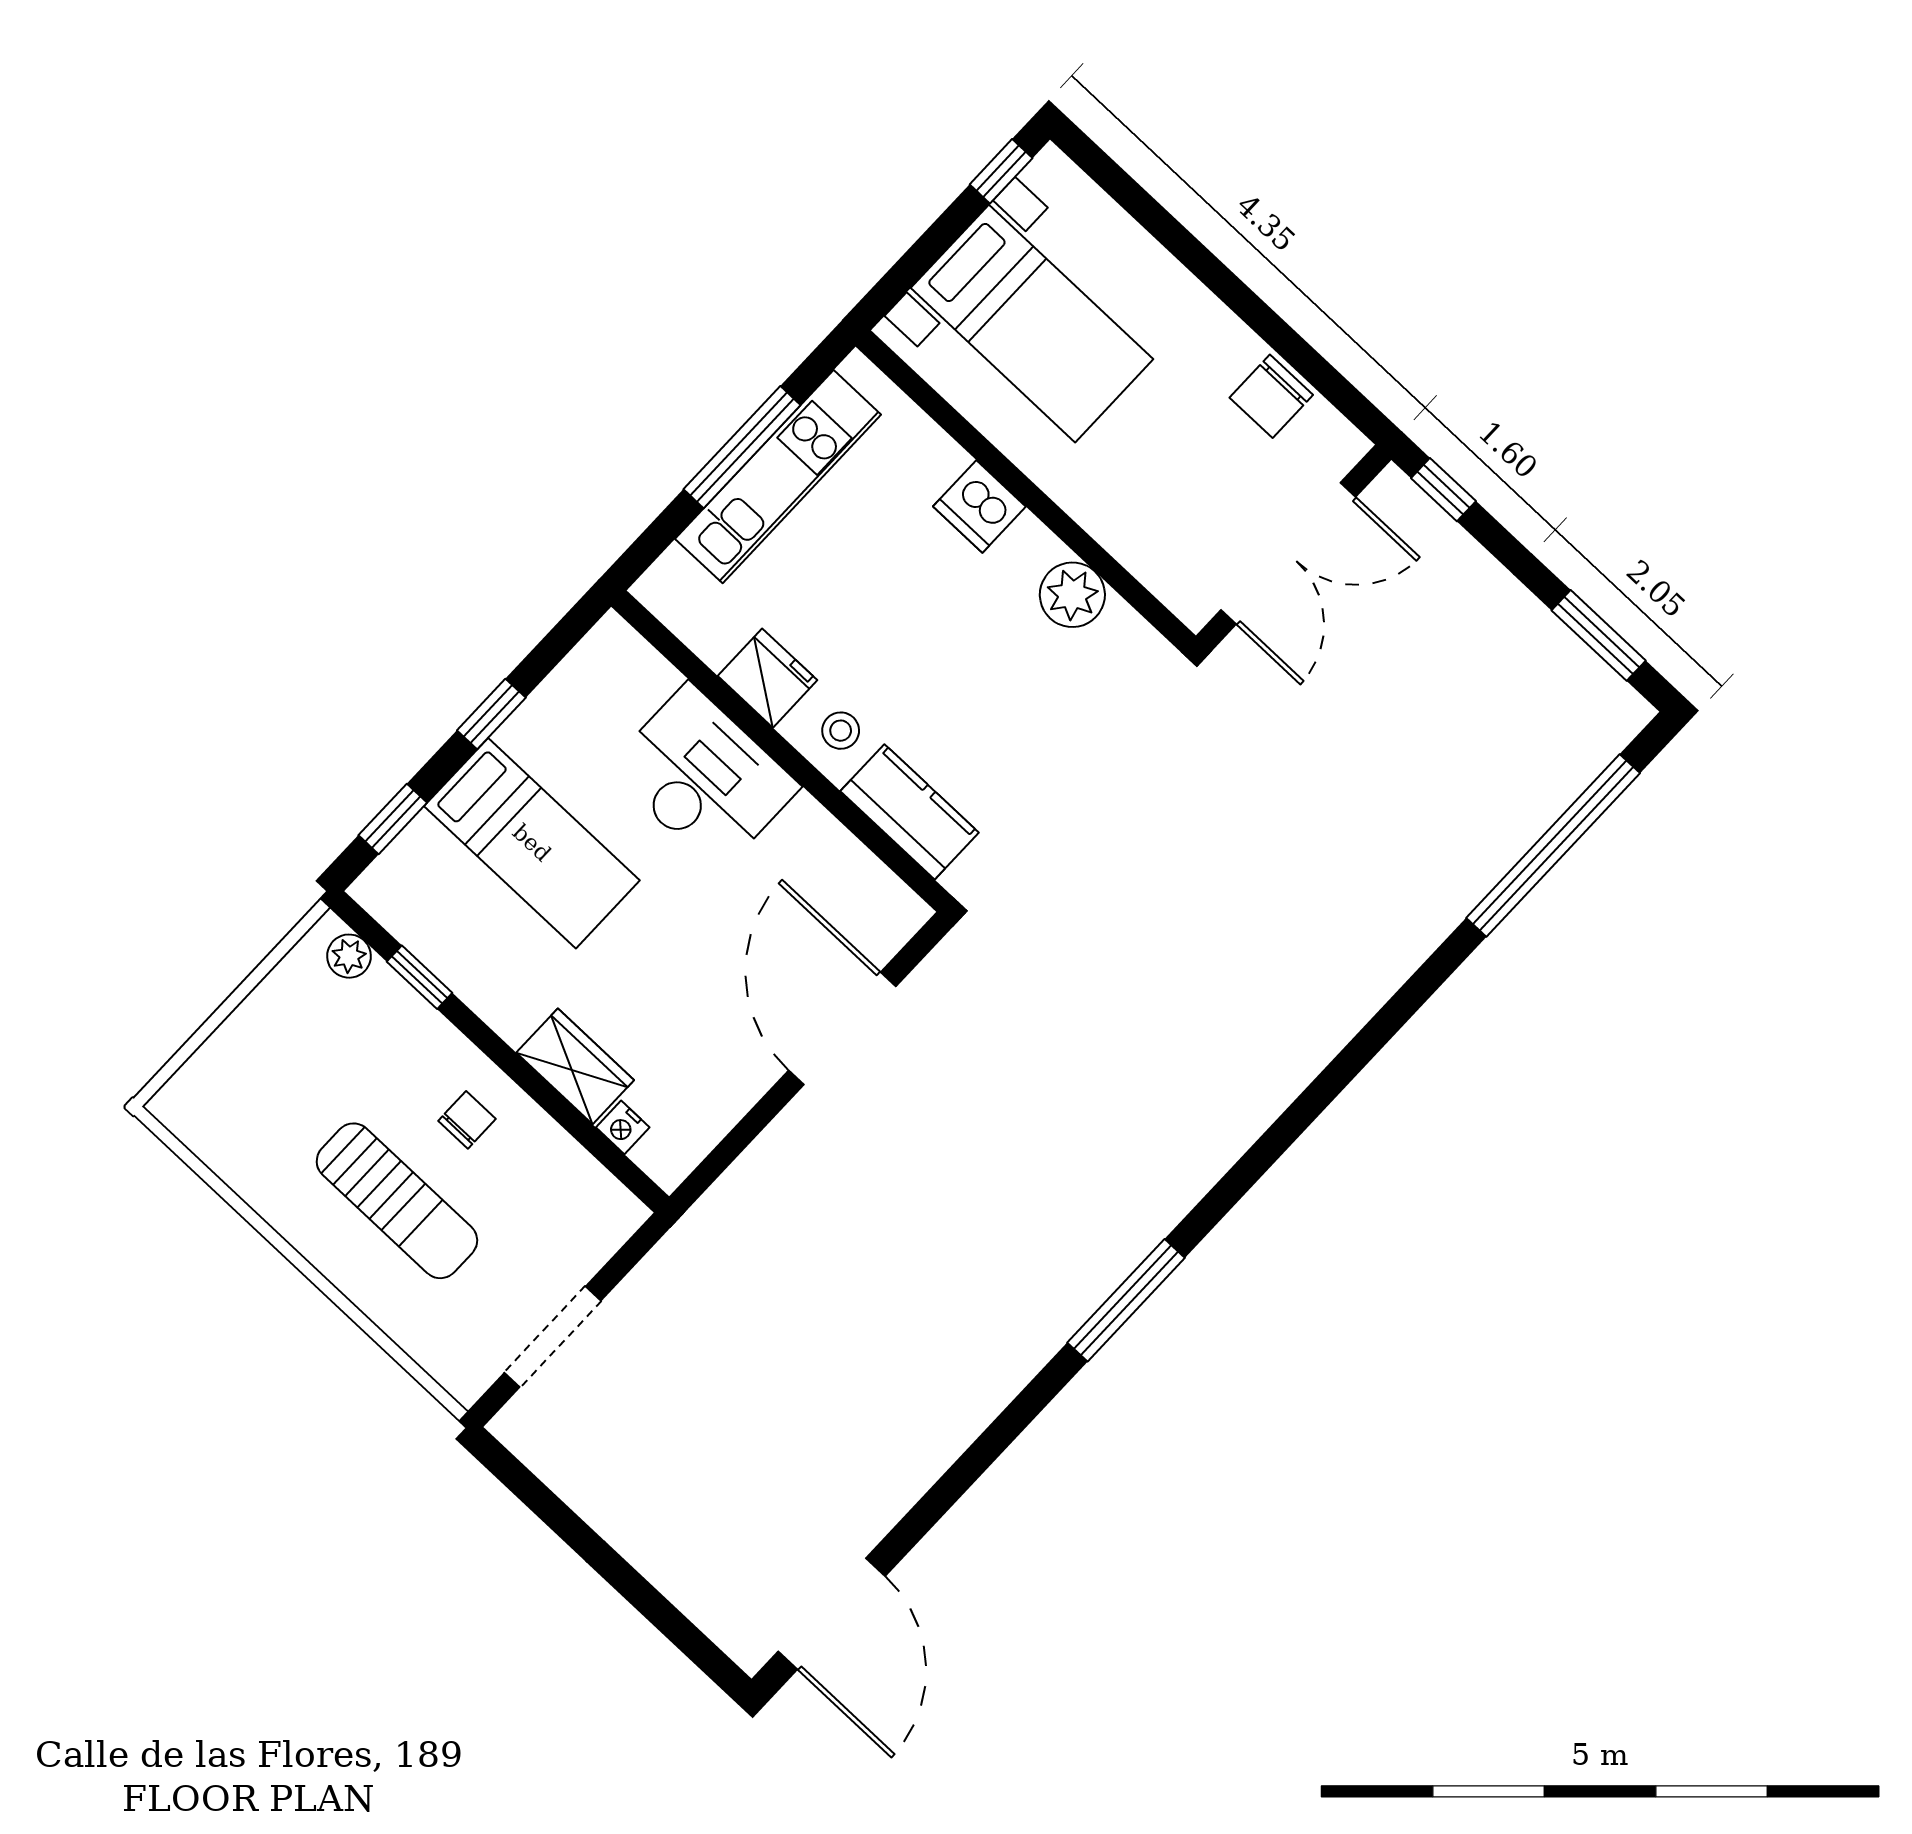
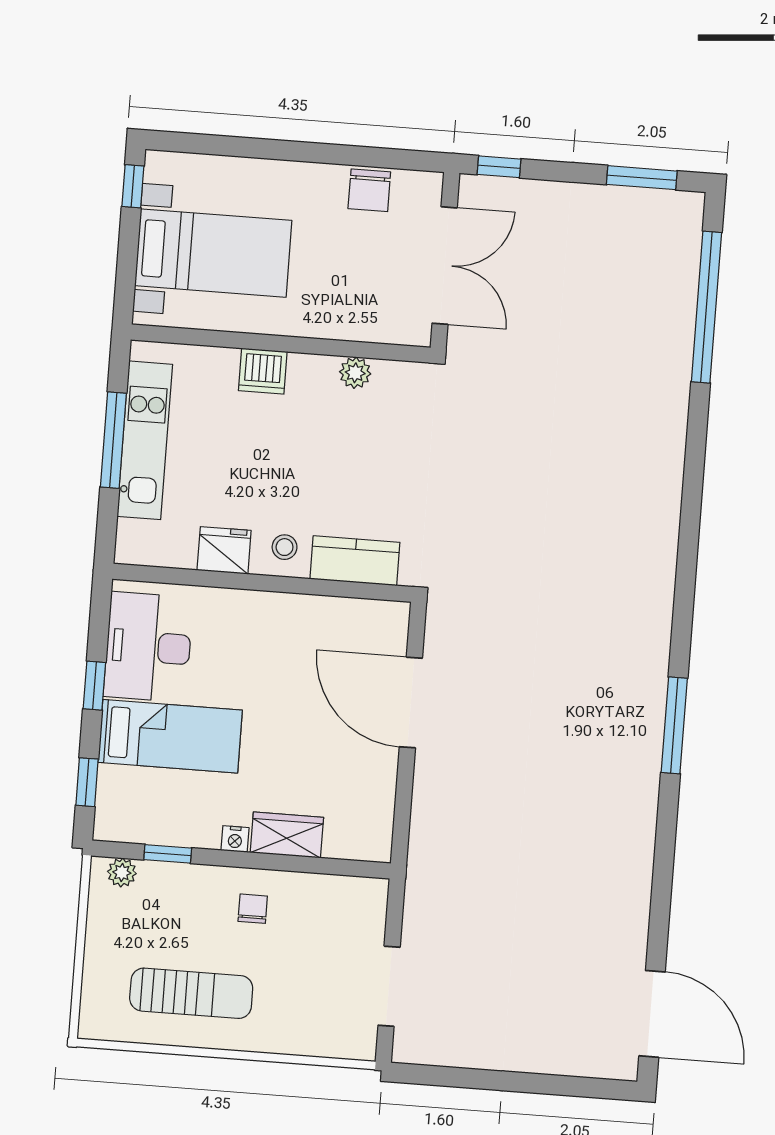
plant: (1072, 595) -> (355, 373), width x0.73, depth x0.73
desk: (703, 778) -> (148, 647), moved, turned -90
nightstand: (623, 1127) -> (235, 839), moved
sun lounger: (397, 1201) -> (191, 993), moved

